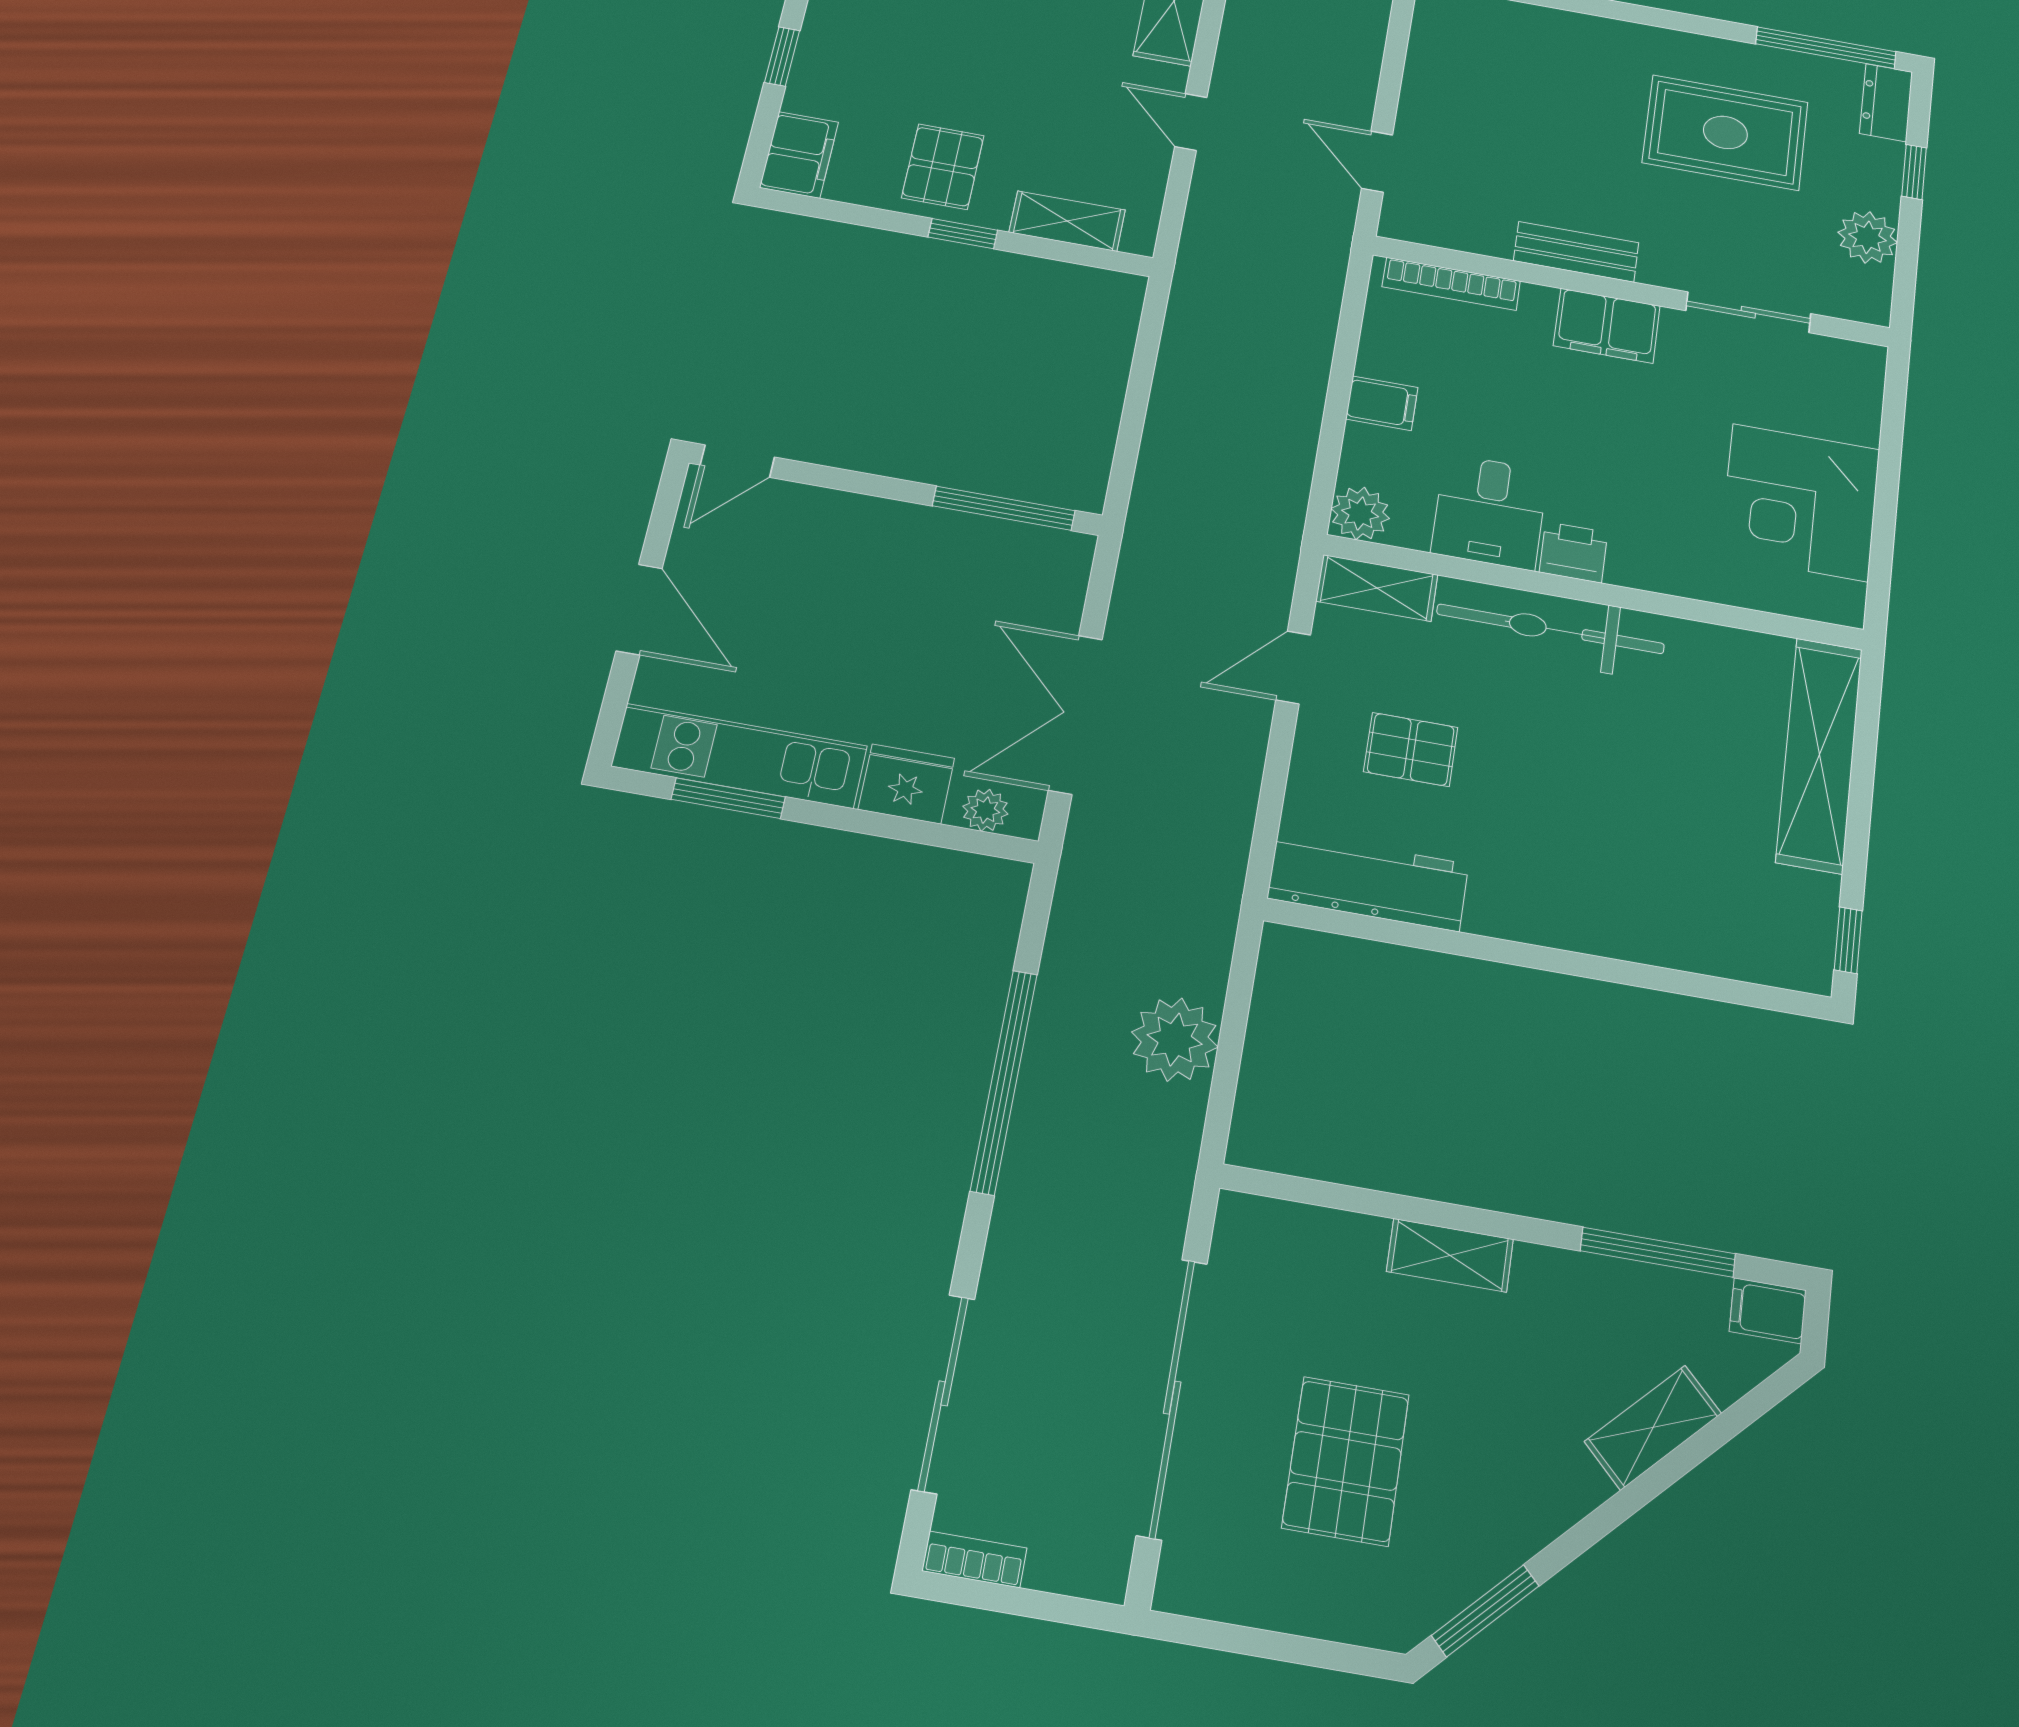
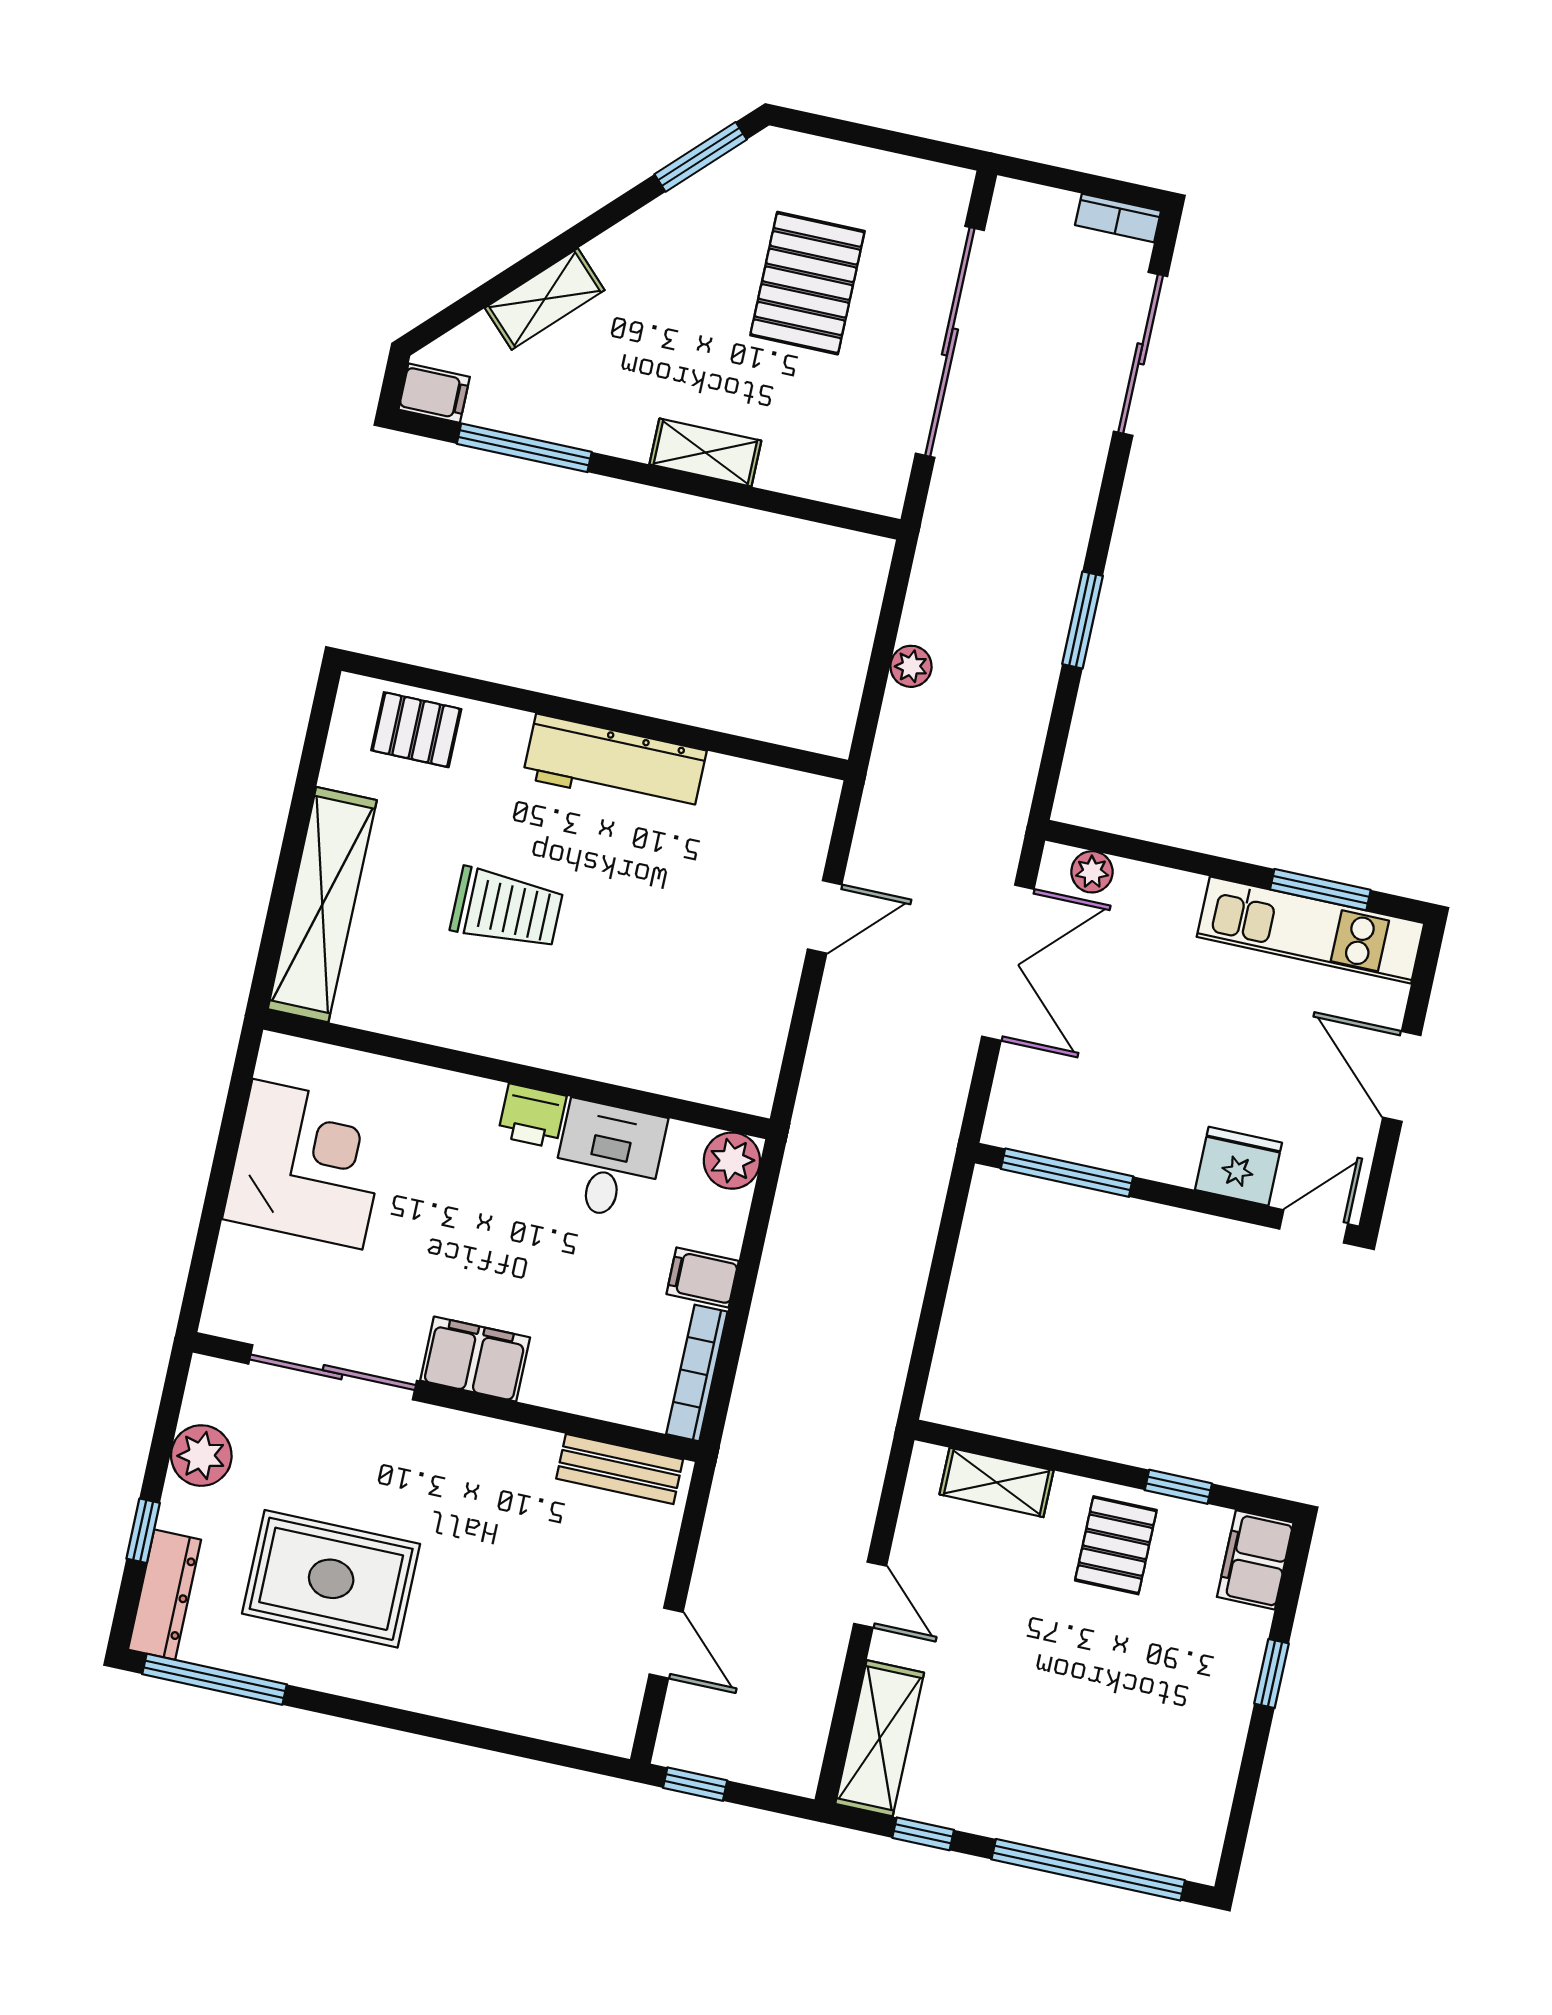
dresser: (1886, 103) -> (165, 1595), width x1.44
door: (1377, 162) -> (666, 1643), moved
window: (963, 234) -> (1178, 1487), moved
bench: (1576, 252) -> (620, 1469), moved
bookcase: (1451, 284) -> (697, 1373), moved, turned -90
sliding door: (1748, 312) -> (333, 1372), width x1.37
shelving: (1377, 588) -> (722, 1083), removed
bicycle: (1551, 629) -> (562, 1037), removed
door: (1293, 667) -> (825, 917), moved
pallet: (1411, 750) -> (416, 730), moved
trolley: (1623, 756) -> (507, 909), added
fridge: (906, 784) -> (1238, 1166), moved, turned 180
workbench: (1368, 881) -> (614, 764), moved
window: (1848, 940) -> (319, 724), removed
plant: (1175, 1040) -> (911, 666), width x0.53, depth x0.53
window: (1004, 1082) -> (1083, 620), width x0.47

